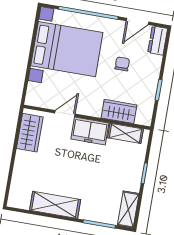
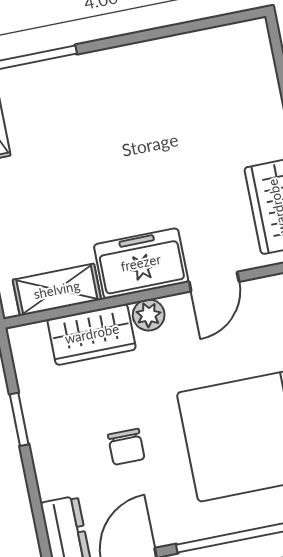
plant: (95, 110) -> (149, 315), added
shelving: (55, 205) -> (156, 62), removed

